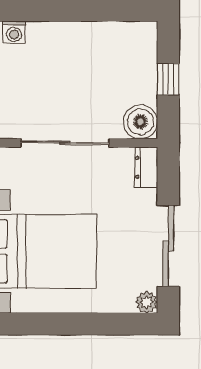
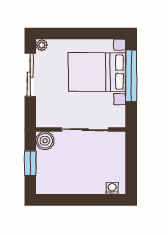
window: (168, 79) -> (30, 163), width x1.50
dresser: (146, 167) -> (42, 117), removed

